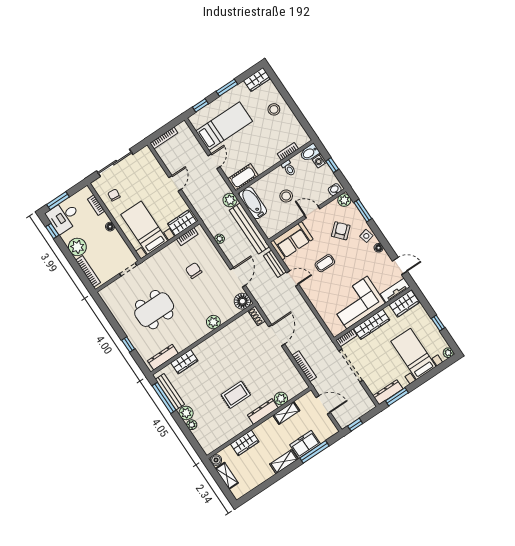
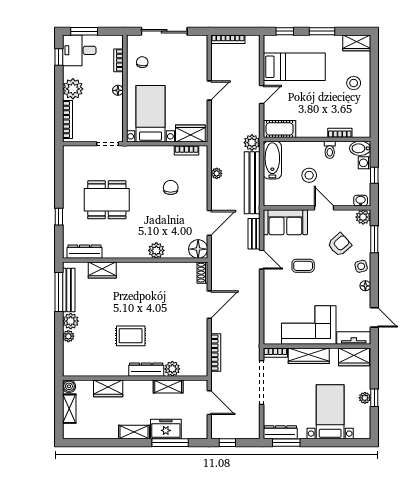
plant: (448, 353) -> (365, 398), moved

